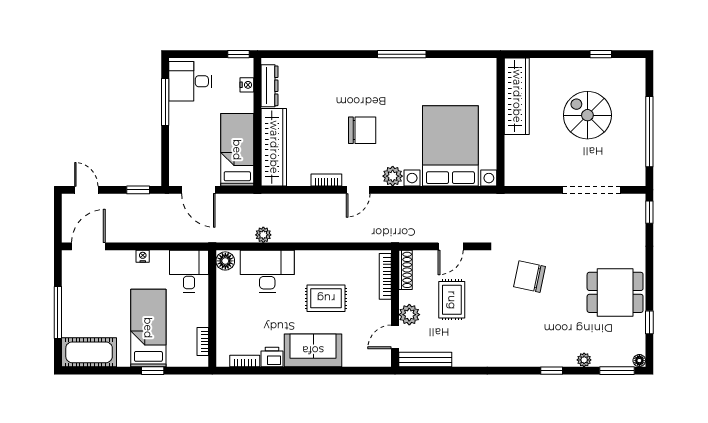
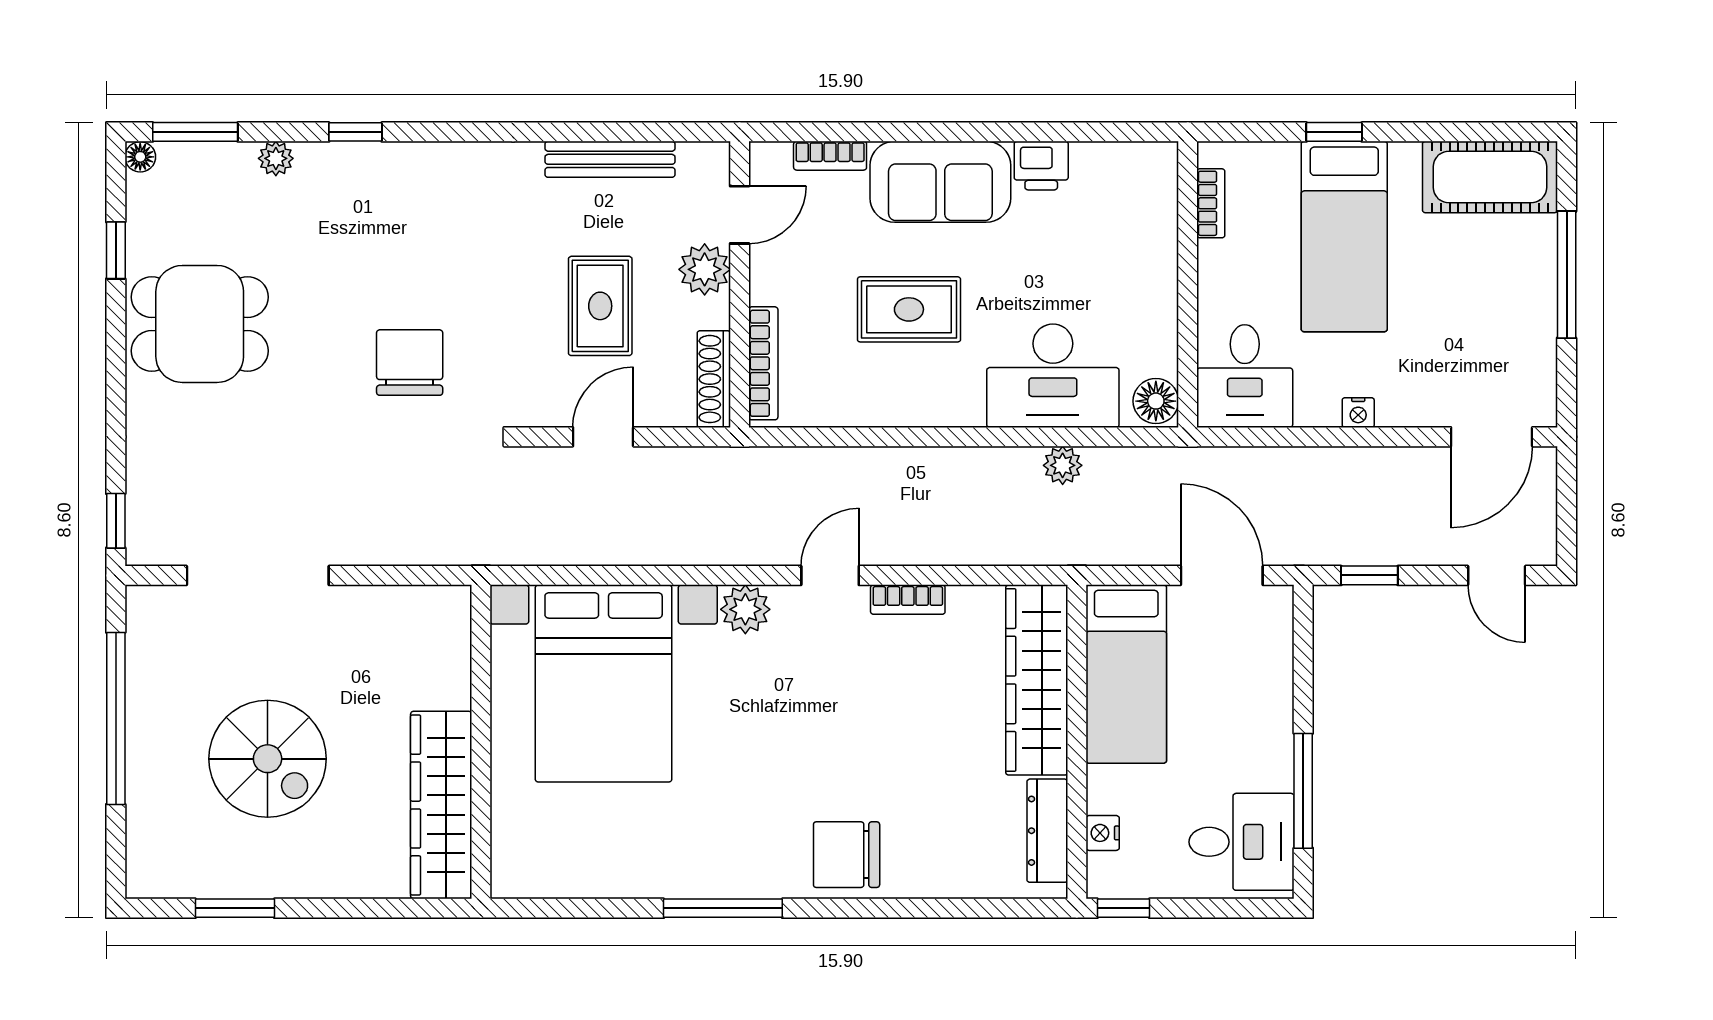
window: (601, 54) -> (235, 908), width x1.50
chair: (362, 130) -> (847, 855), moved
chair: (530, 277) -> (410, 363), turned -102
bench: (425, 360) -> (610, 159), moved
bookcase: (245, 361) -> (830, 156), moved

